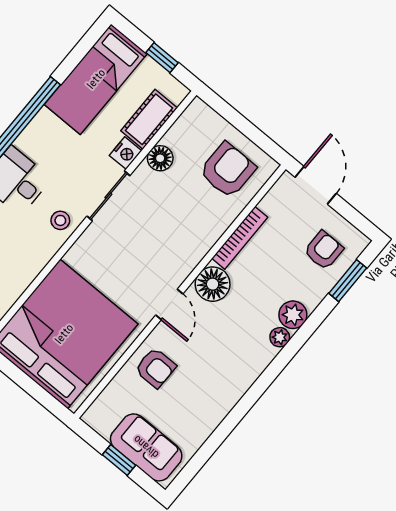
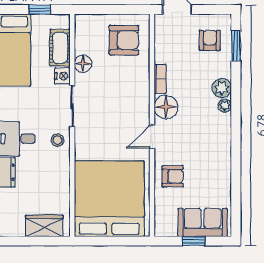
armchair: (228, 170) -> (124, 40), turned 90
bookcase: (240, 238) -> (160, 79), width x0.64
door: (169, 304) -> (152, 137), swing flipped

